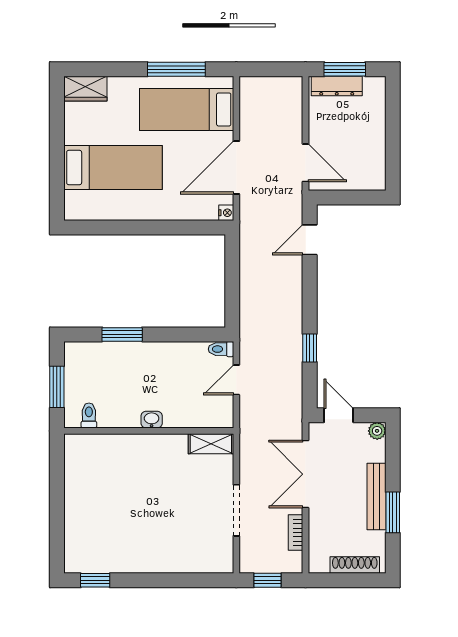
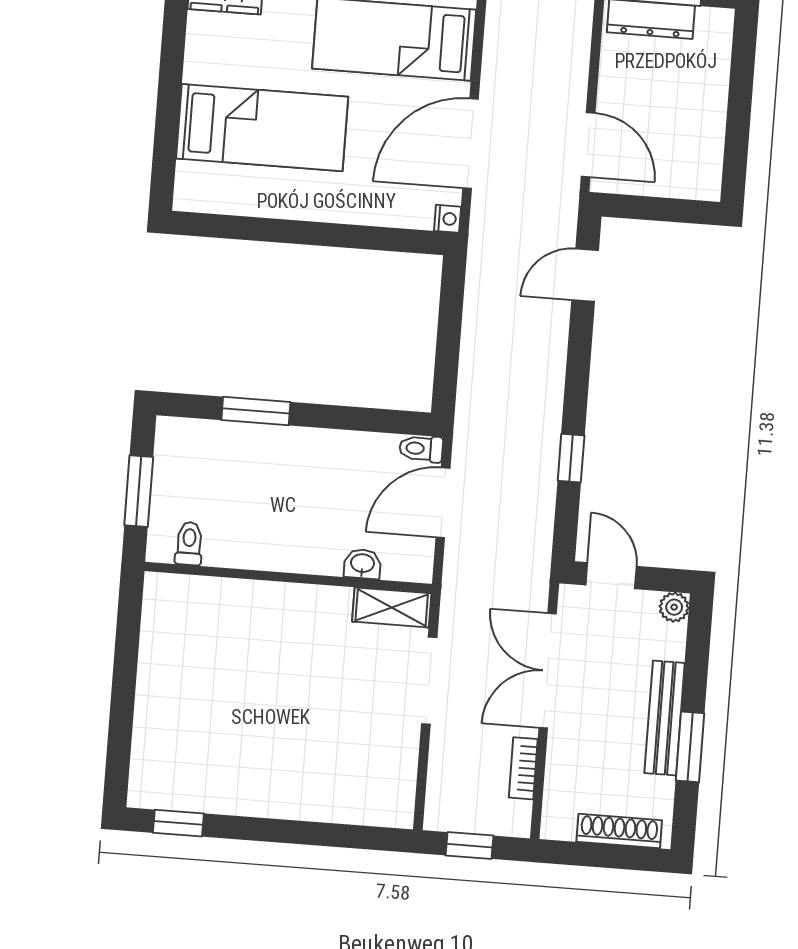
door: (236, 380) -> (443, 503), width x1.38
washbasin: (152, 420) -> (362, 564), moved
doorway: (236, 510) -> (429, 681), moved

